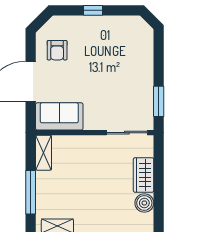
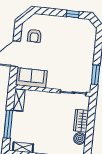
window: (93, 10) -> (73, 14), moved

